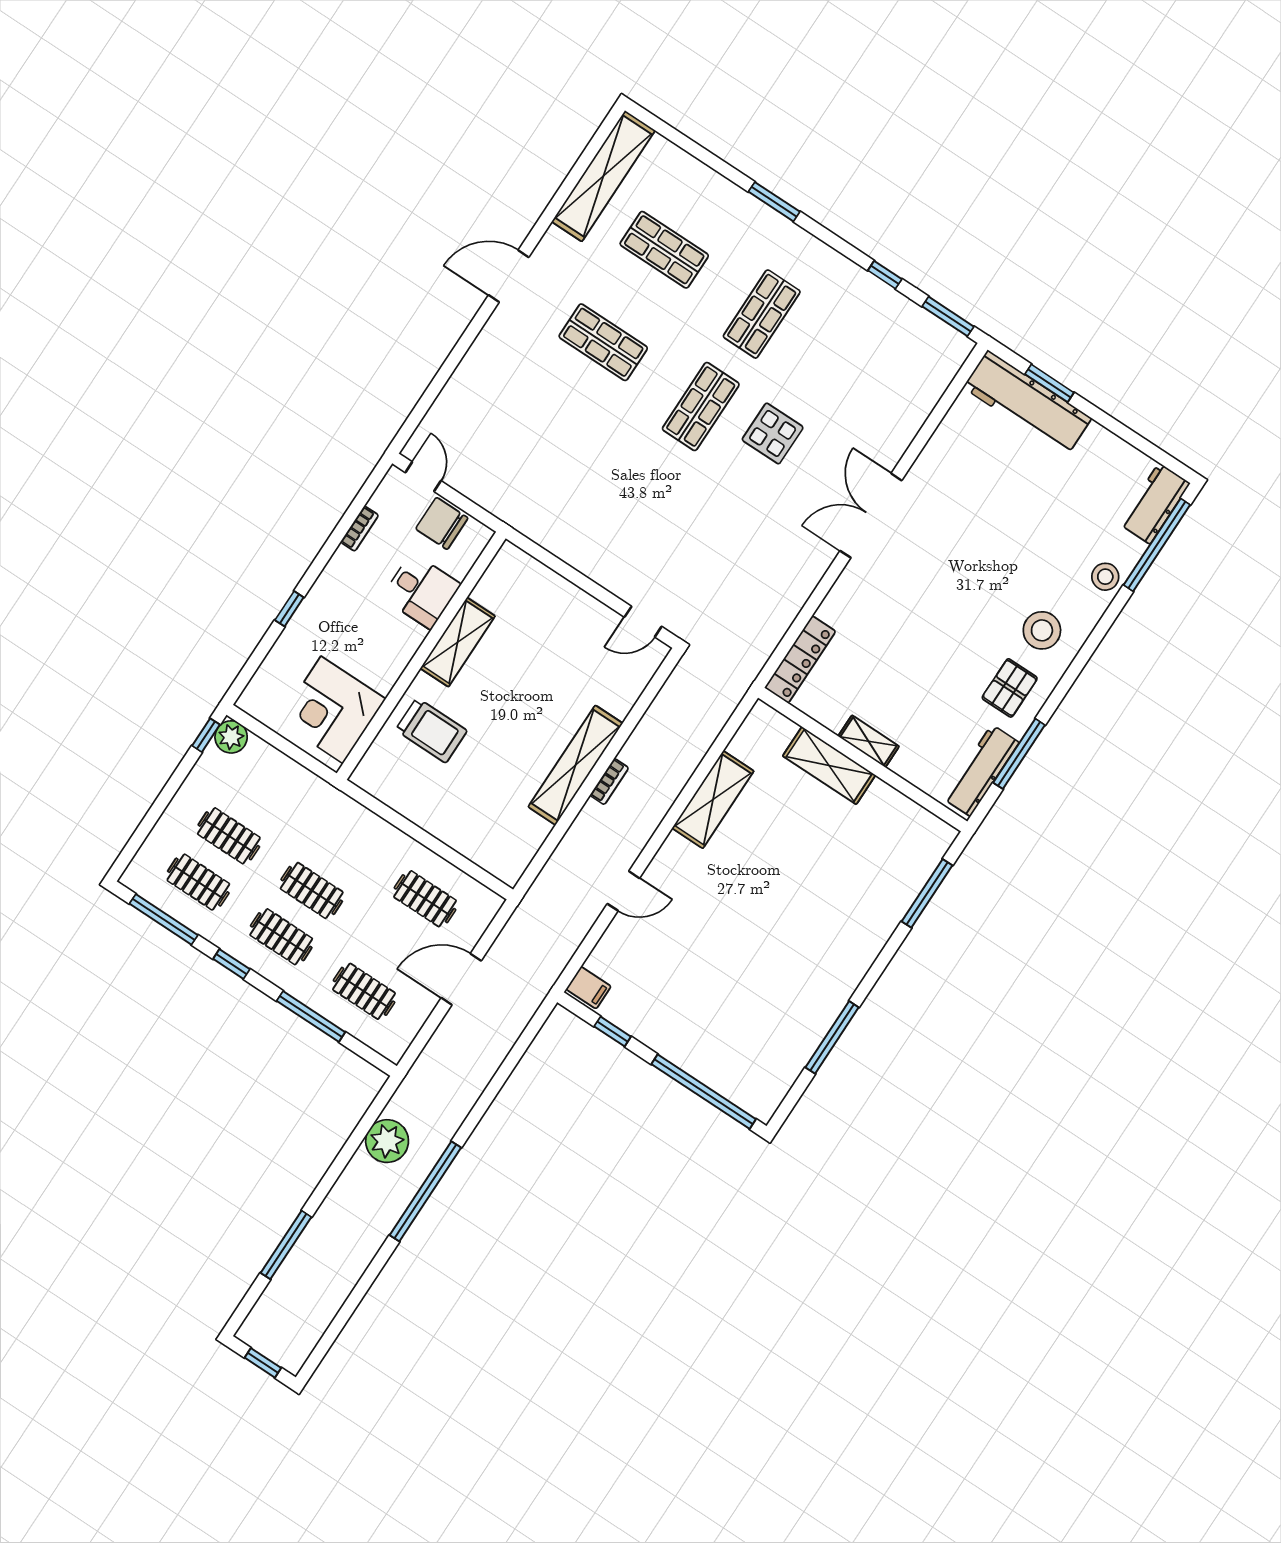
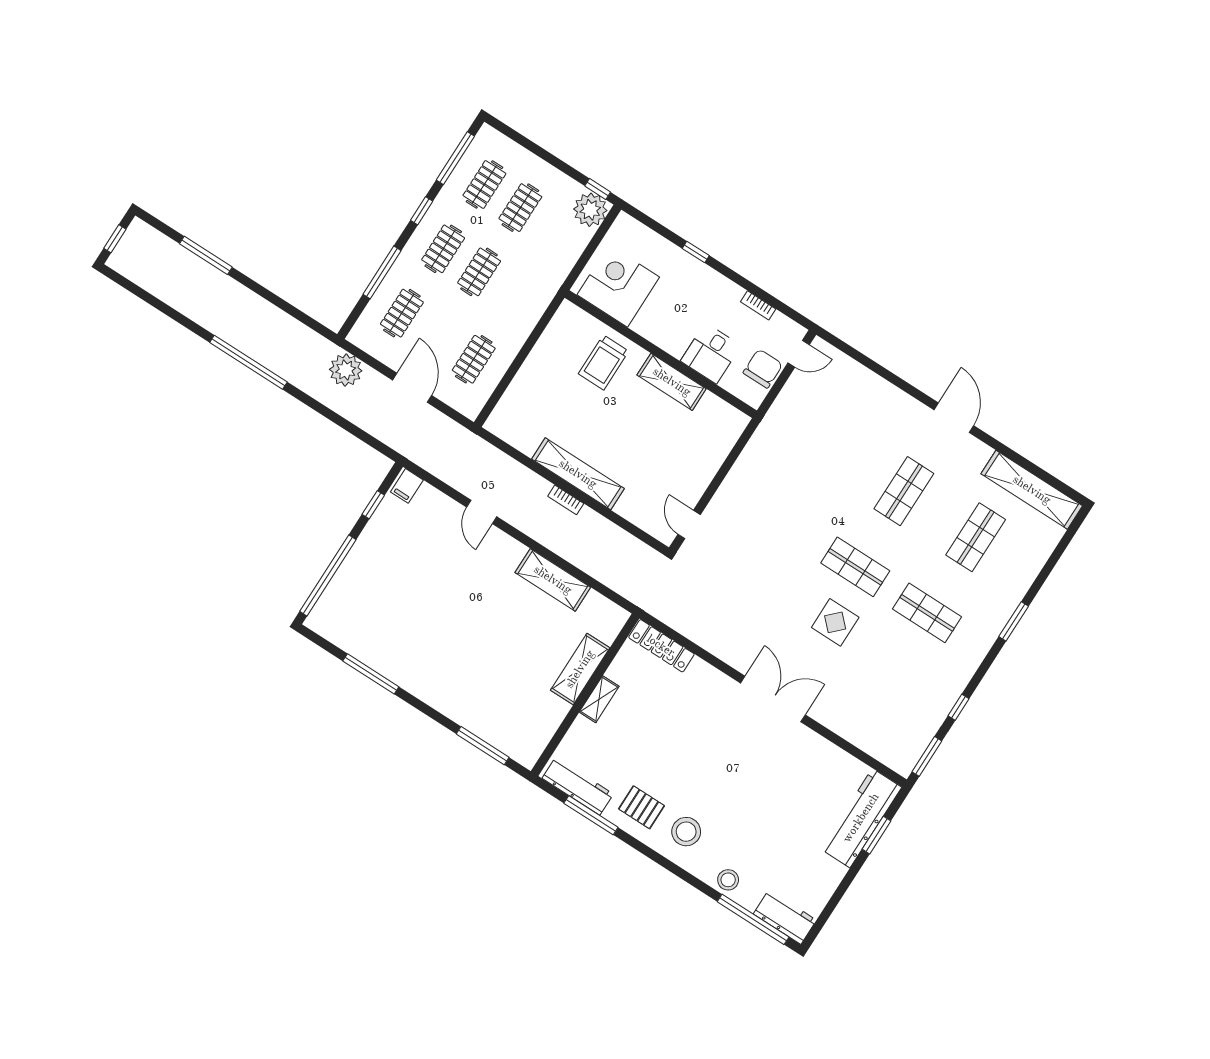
plant: (231, 737) -> (590, 210), width x1.36, depth x1.36
plant: (387, 1141) -> (346, 370), moved

